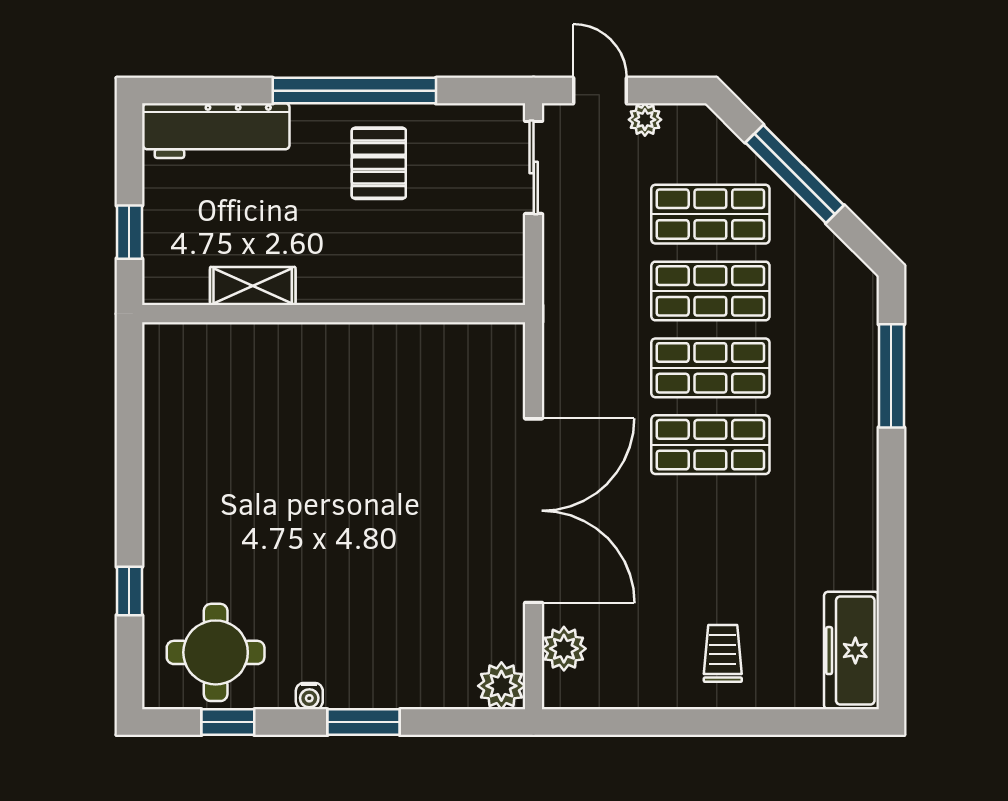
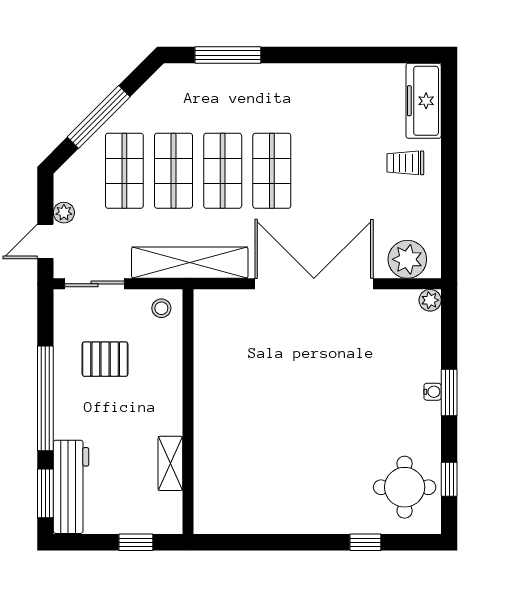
window: (206, 91) -> (45, 493), added
pallet: (379, 163) -> (105, 359), moved
stool: (495, 272) -> (161, 308), added
shelving: (567, 316) -> (190, 263), added
plant: (564, 649) -> (407, 259), width x1.36, depth x1.36
freezer: (851, 651) -> (424, 101), moved, turned 90
plant: (501, 686) -> (430, 300), width x0.73, depth x0.73
water cooler: (309, 696) -> (433, 392), moved

